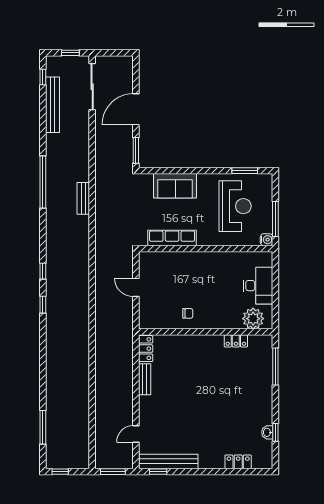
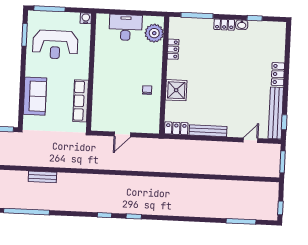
reception desk: (235, 206) -> (55, 45), turned 180
window: (275, 219) -> (49, 9), moved
shower: (189, 347) -> (176, 90), added
bench: (145, 379) -> (208, 131), width x1.36
locker: (267, 398) -> (224, 25), added
washbasin: (267, 432) -> (242, 25), moved
door: (136, 434) -> (251, 140), swing flipped
locker: (238, 462) -> (278, 74), moved

